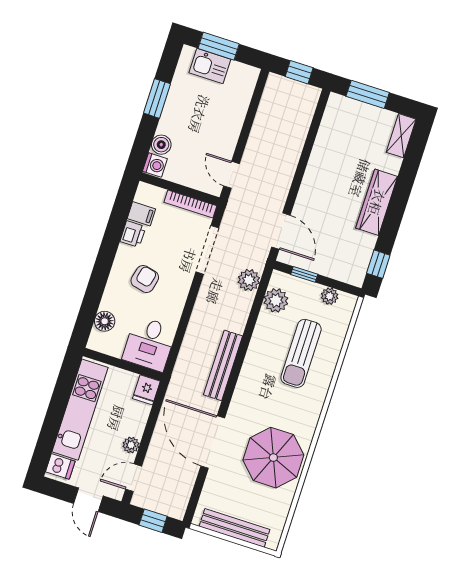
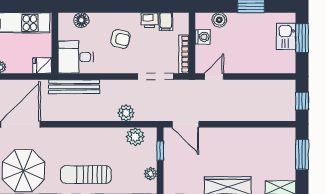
washing machine: (155, 165) -> (203, 37), moved, turned -90
door: (281, 231) -> (185, 124), hinge flipped
plant: (249, 280) -> (126, 113), moved
sun lounger: (301, 353) -> (86, 175), moved
bench: (223, 365) -> (74, 87), moved

